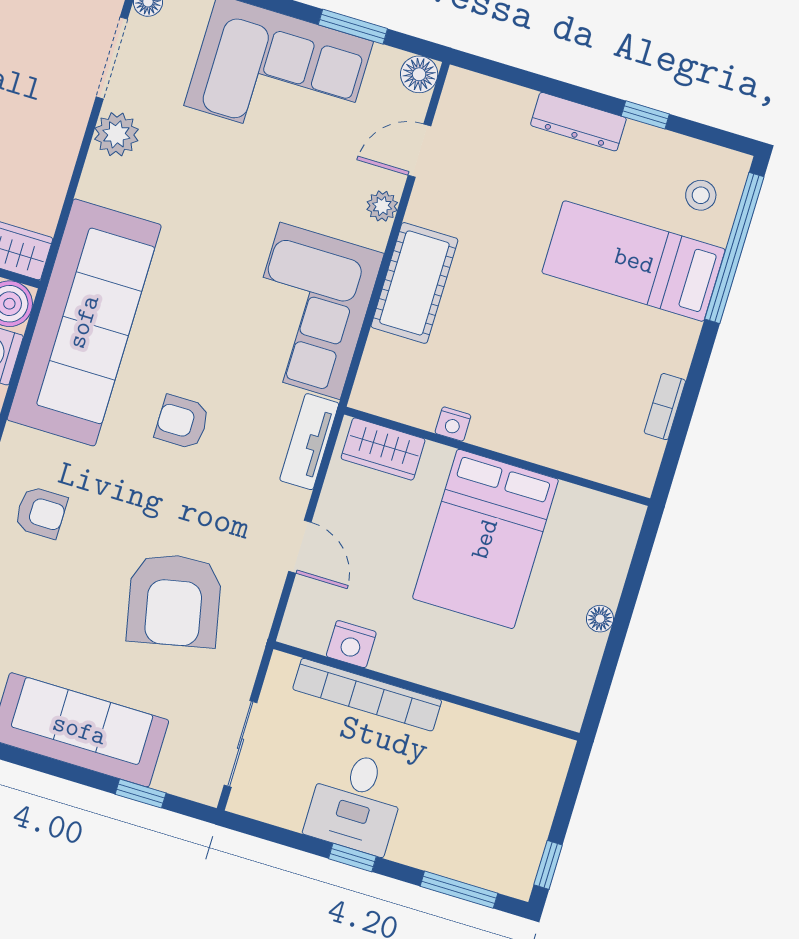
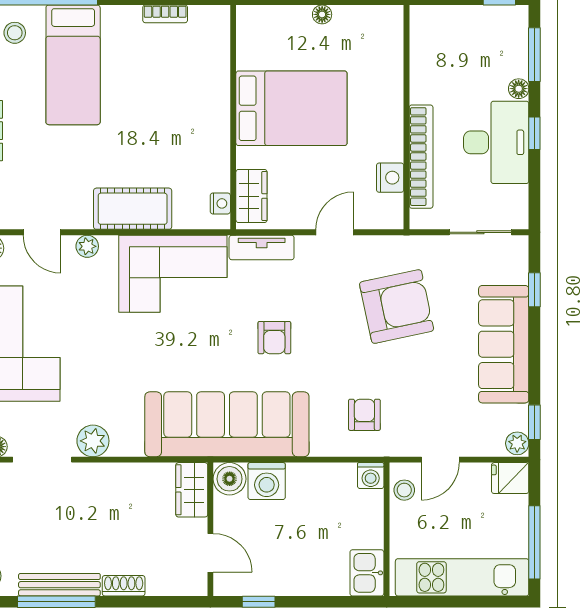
nightstand: (453, 424) -> (220, 203), moved
desk: (356, 802) -> (496, 142), width x1.37
floor lamp: (419, 854) -> (519, 89), added

